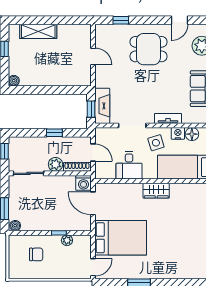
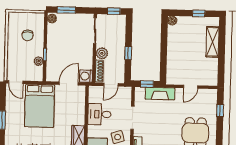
fireplace: (102, 106) -> (160, 94), moved

